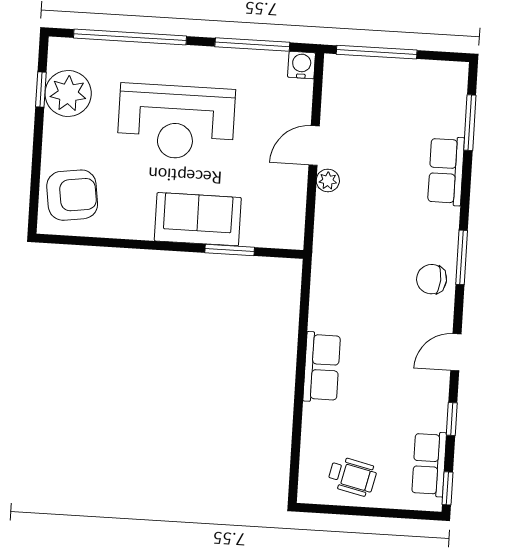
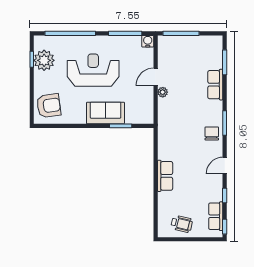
reception desk: (176, 122) -> (93, 70), turned 180
chair: (432, 279) -> (212, 133), turned 87

